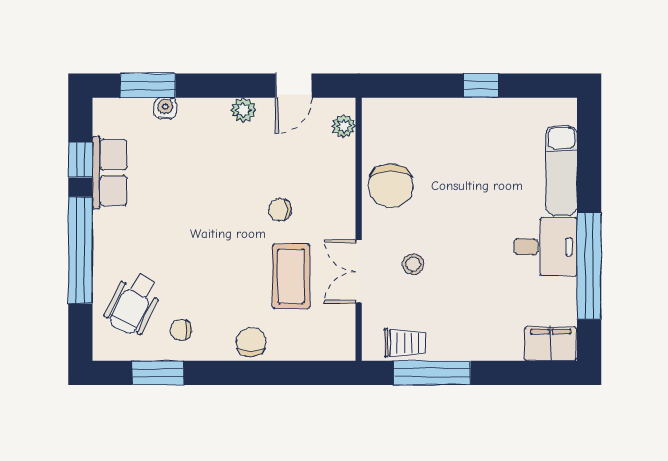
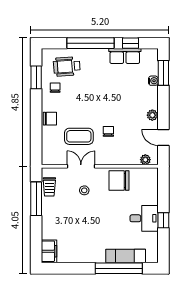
desk: (545, 247) -> (144, 218), moved, turned -90
window: (589, 266) -> (119, 268), moved
wheelchair: (133, 304) -> (67, 66), turned -31

